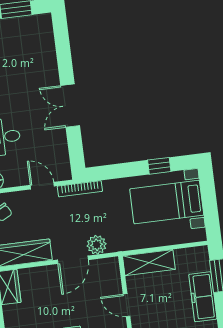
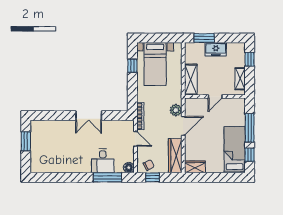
door: (42, 186) -> (135, 139), swing flipped
door: (73, 260) -> (183, 126), hinge flipped
freezer: (203, 297) -> (216, 49), width x0.71

